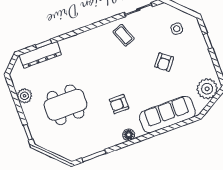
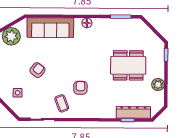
armchair: (119, 104) -> (80, 88), moved, turned -90

